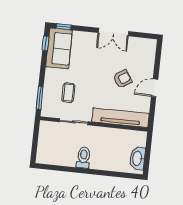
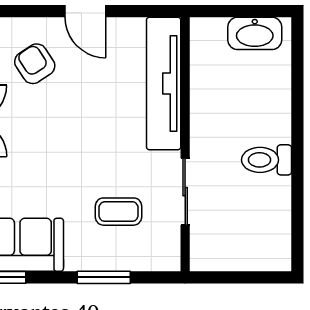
armchair: (122, 79) -> (35, 64), moved
window: (40, 98) -> (104, 277), moved

